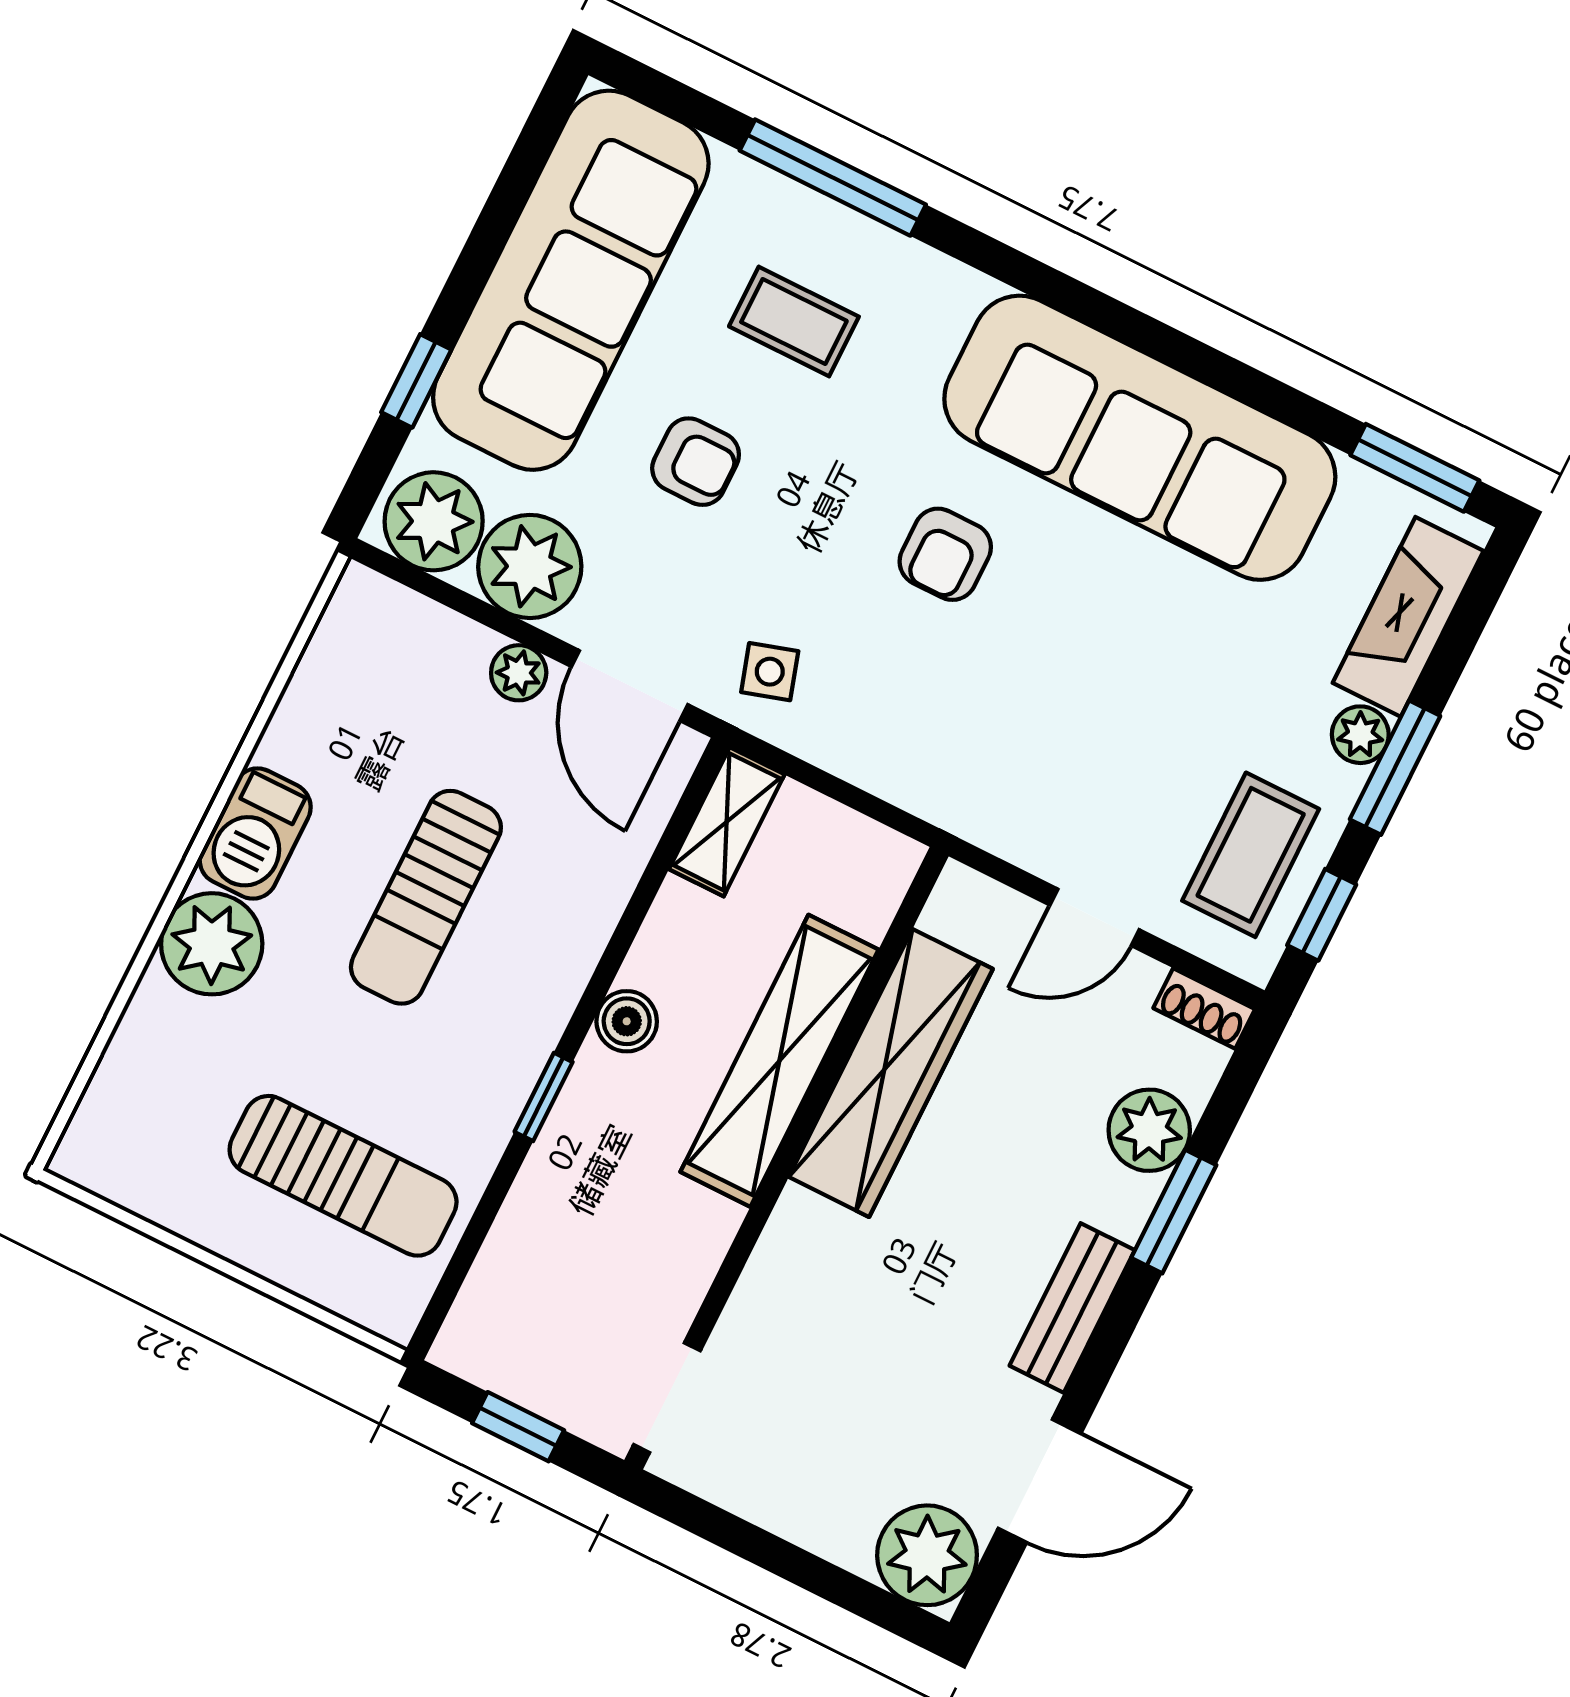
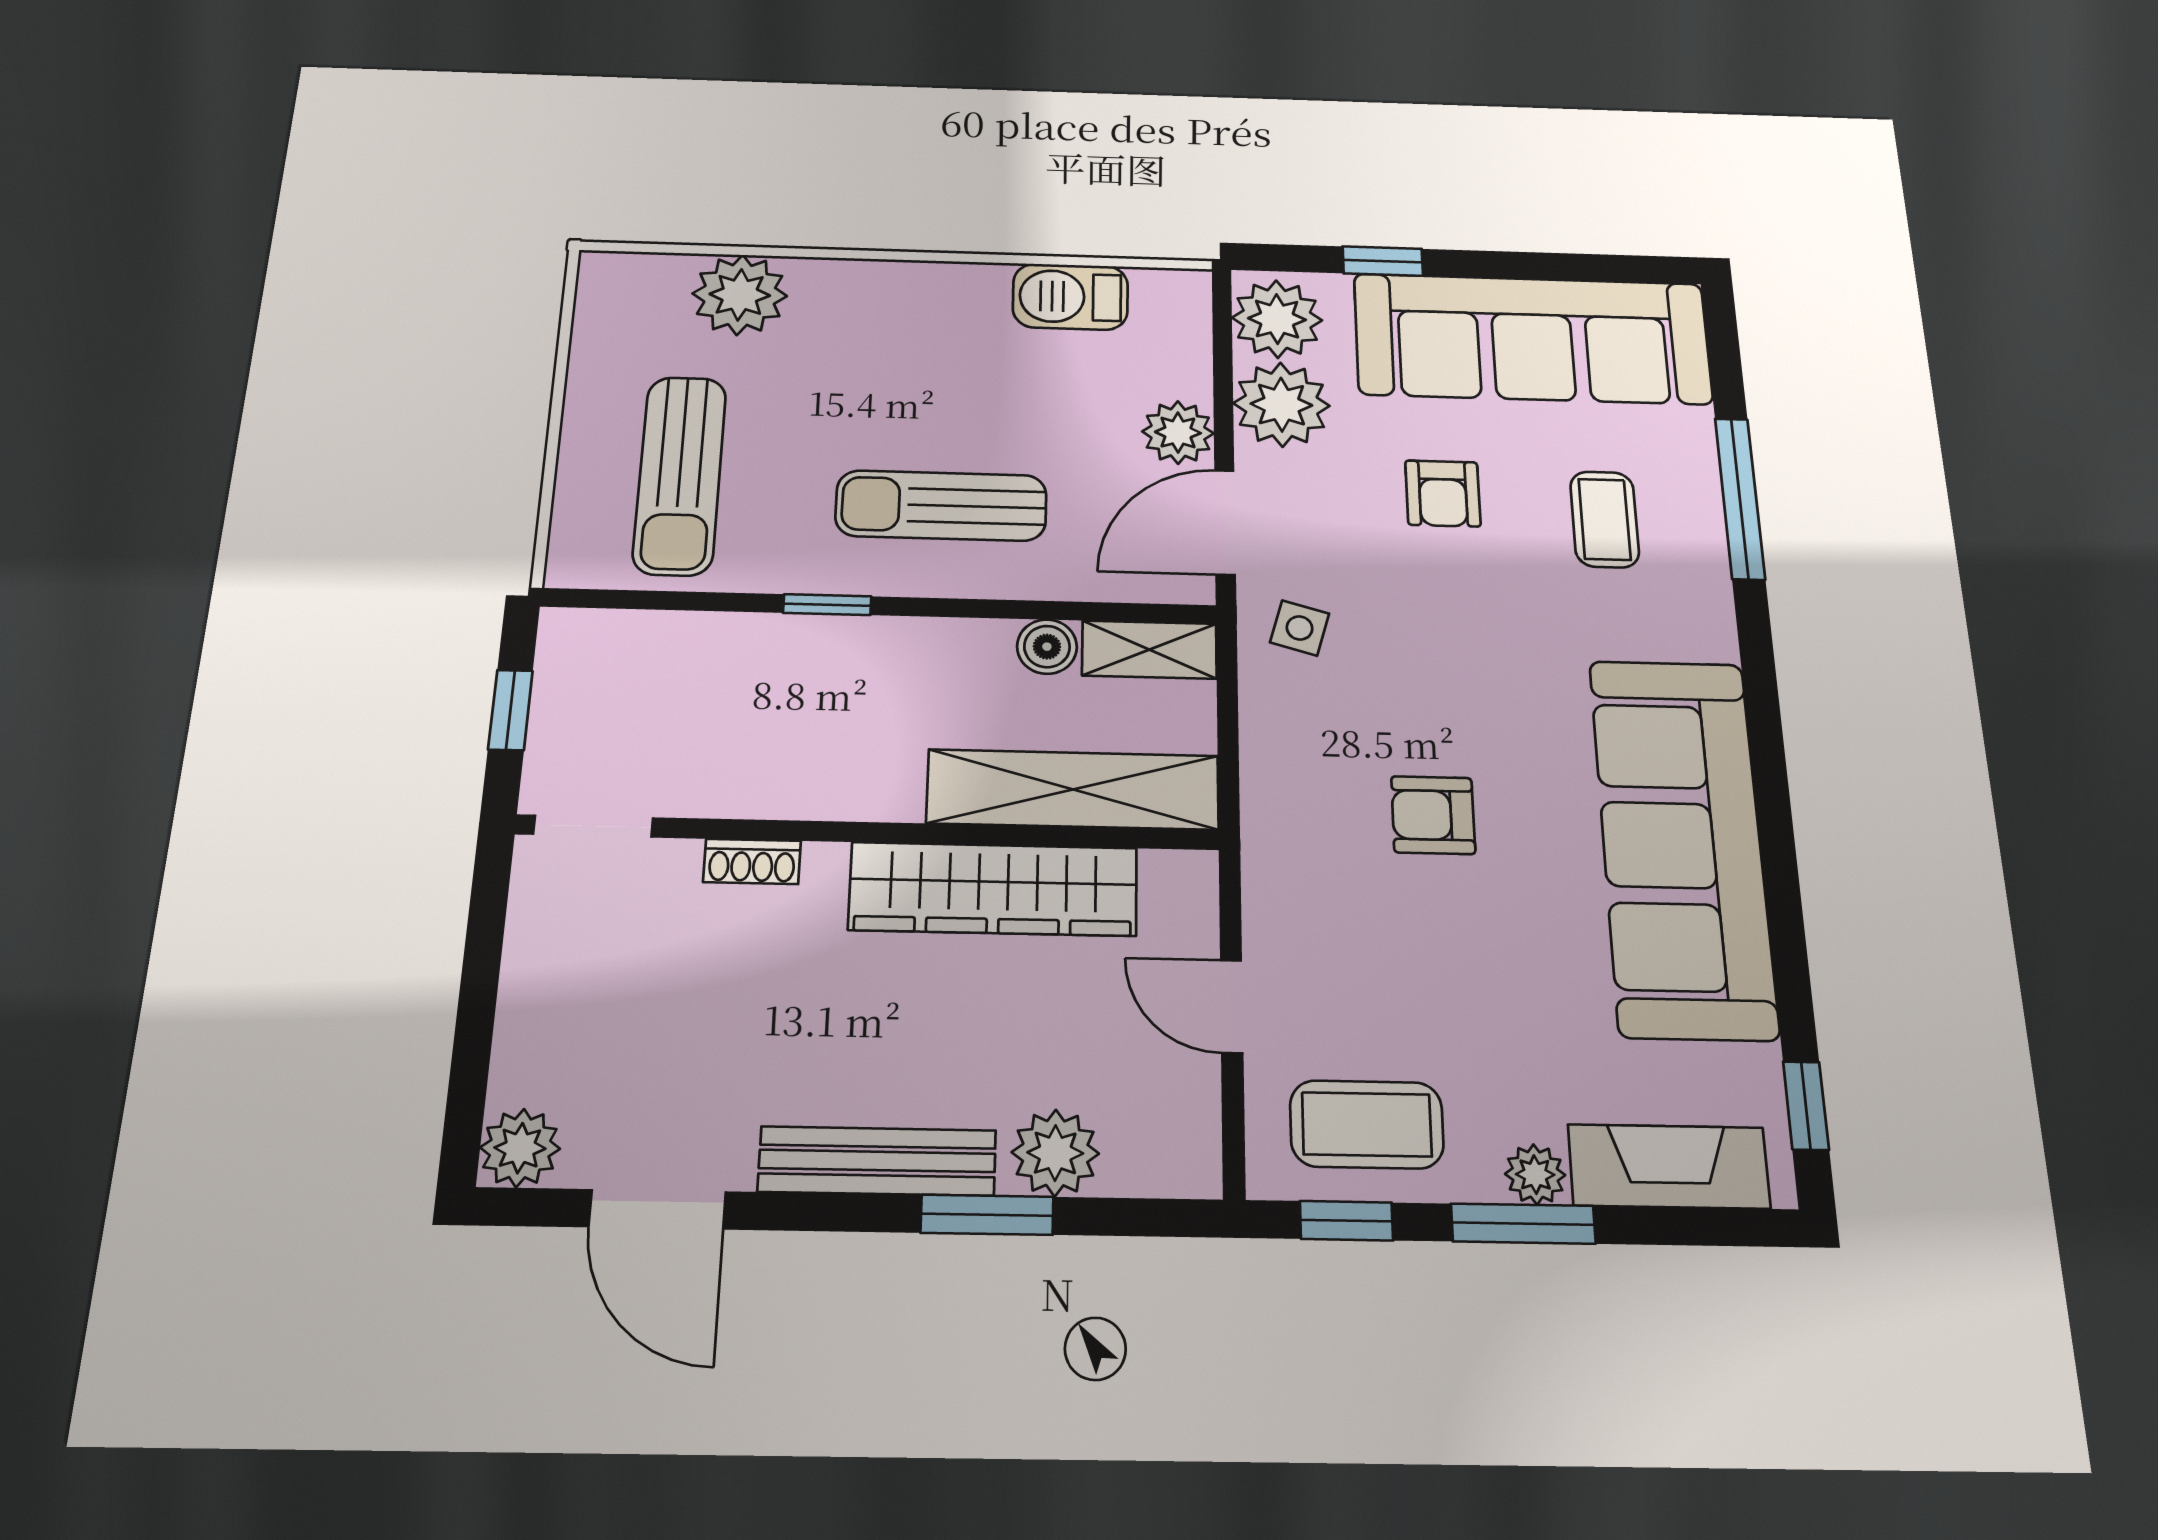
window: (1415, 468) -> (1806, 1106), width x0.67
armchair: (945, 554) -> (1433, 815), moved
side table: (770, 672) -> (1300, 628), turned 33
plant: (519, 673) -> (1178, 432), width x1.38, depth x1.38
barbecue: (255, 834) -> (1070, 297), moved
sun lounger: (426, 897) -> (941, 506), moved
plant: (212, 944) -> (740, 295), moved
shoe rack: (1204, 1009) -> (752, 861), moved, turned -90
boiler: (627, 1021) -> (1047, 647), moved
shelving: (779, 1061) -> (1073, 789), moved
bench: (1072, 1308) -> (877, 1161), width x1.36
plant: (927, 1555) -> (520, 1148), width x0.73, depth x0.73

